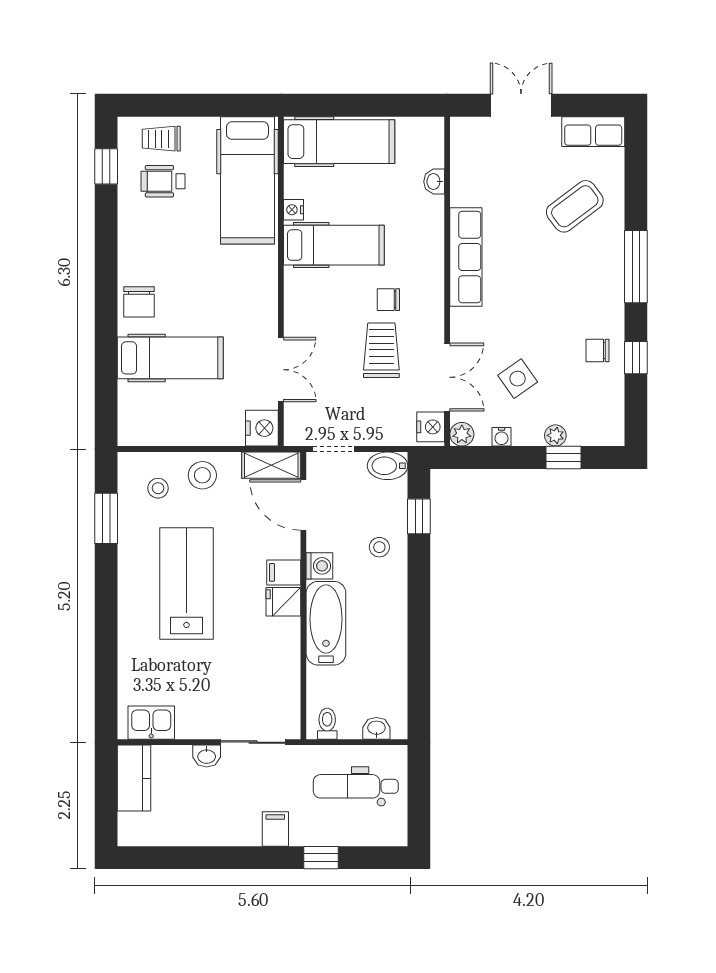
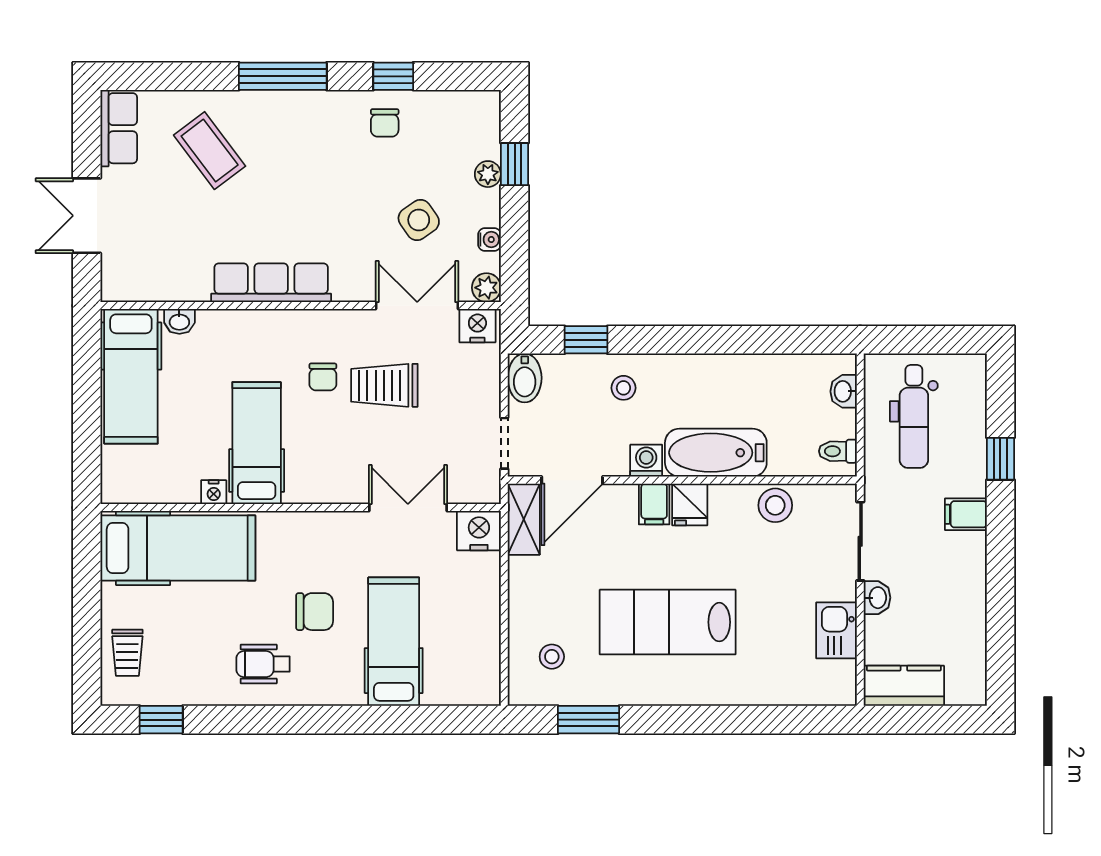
hospital bed: (339, 142) -> (131, 376), moved, turned 180
wheelchair: (163, 181) -> (263, 664), moved, turned 90
chair: (139, 302) -> (315, 612), moved
stool: (202, 475) -> (775, 505), moved
kitchen sink: (151, 723) -> (836, 630), moved

